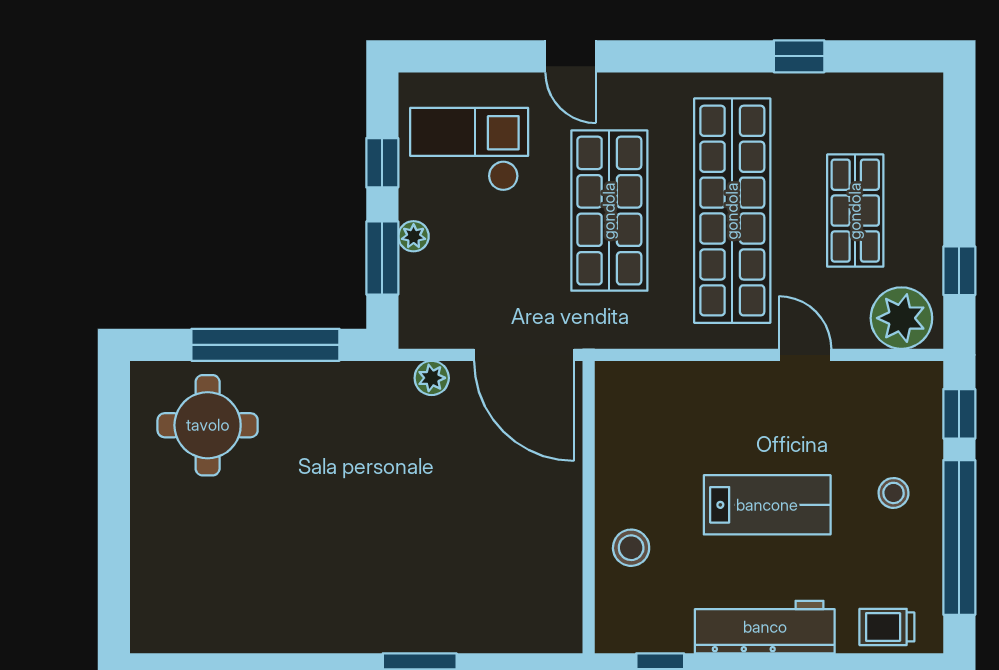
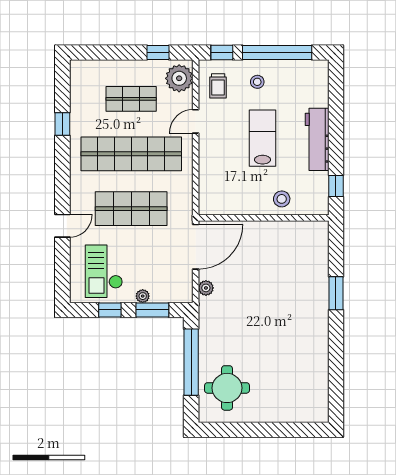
trolley: (887, 627) -> (218, 86), moved

